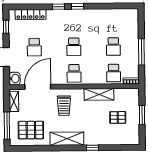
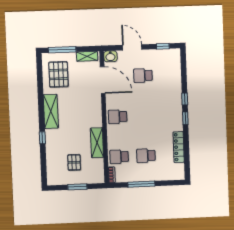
locker: (31, 15) -> (179, 147), moved
school desk: (74, 47) -> (144, 116), removed
trolley: (64, 106) -> (84, 107), removed

